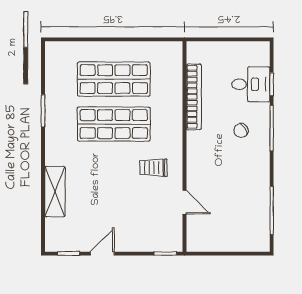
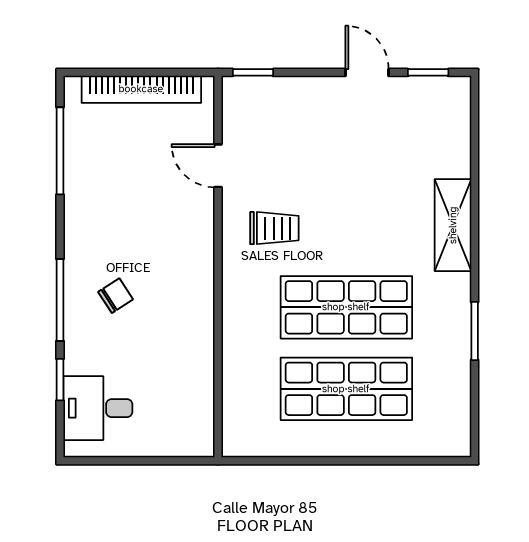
desk: (251, 84) -> (98, 408), moved
bookcase: (194, 97) -> (141, 89), moved, turned -90
shelving: (55, 192) -> (453, 225), moved
door: (102, 254) -> (367, 72), swing flipped

